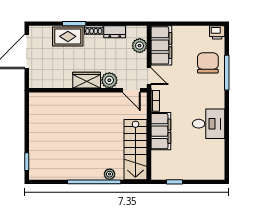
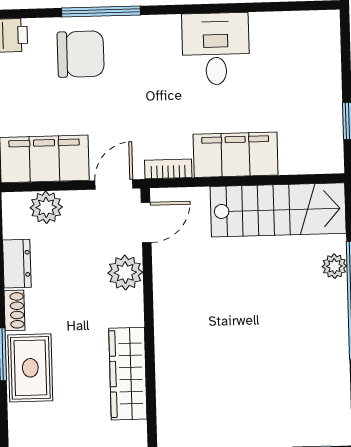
chair: (208, 63) -> (81, 54), turned 180
wardrobe: (87, 80) -> (128, 374), moved, width x1.50

